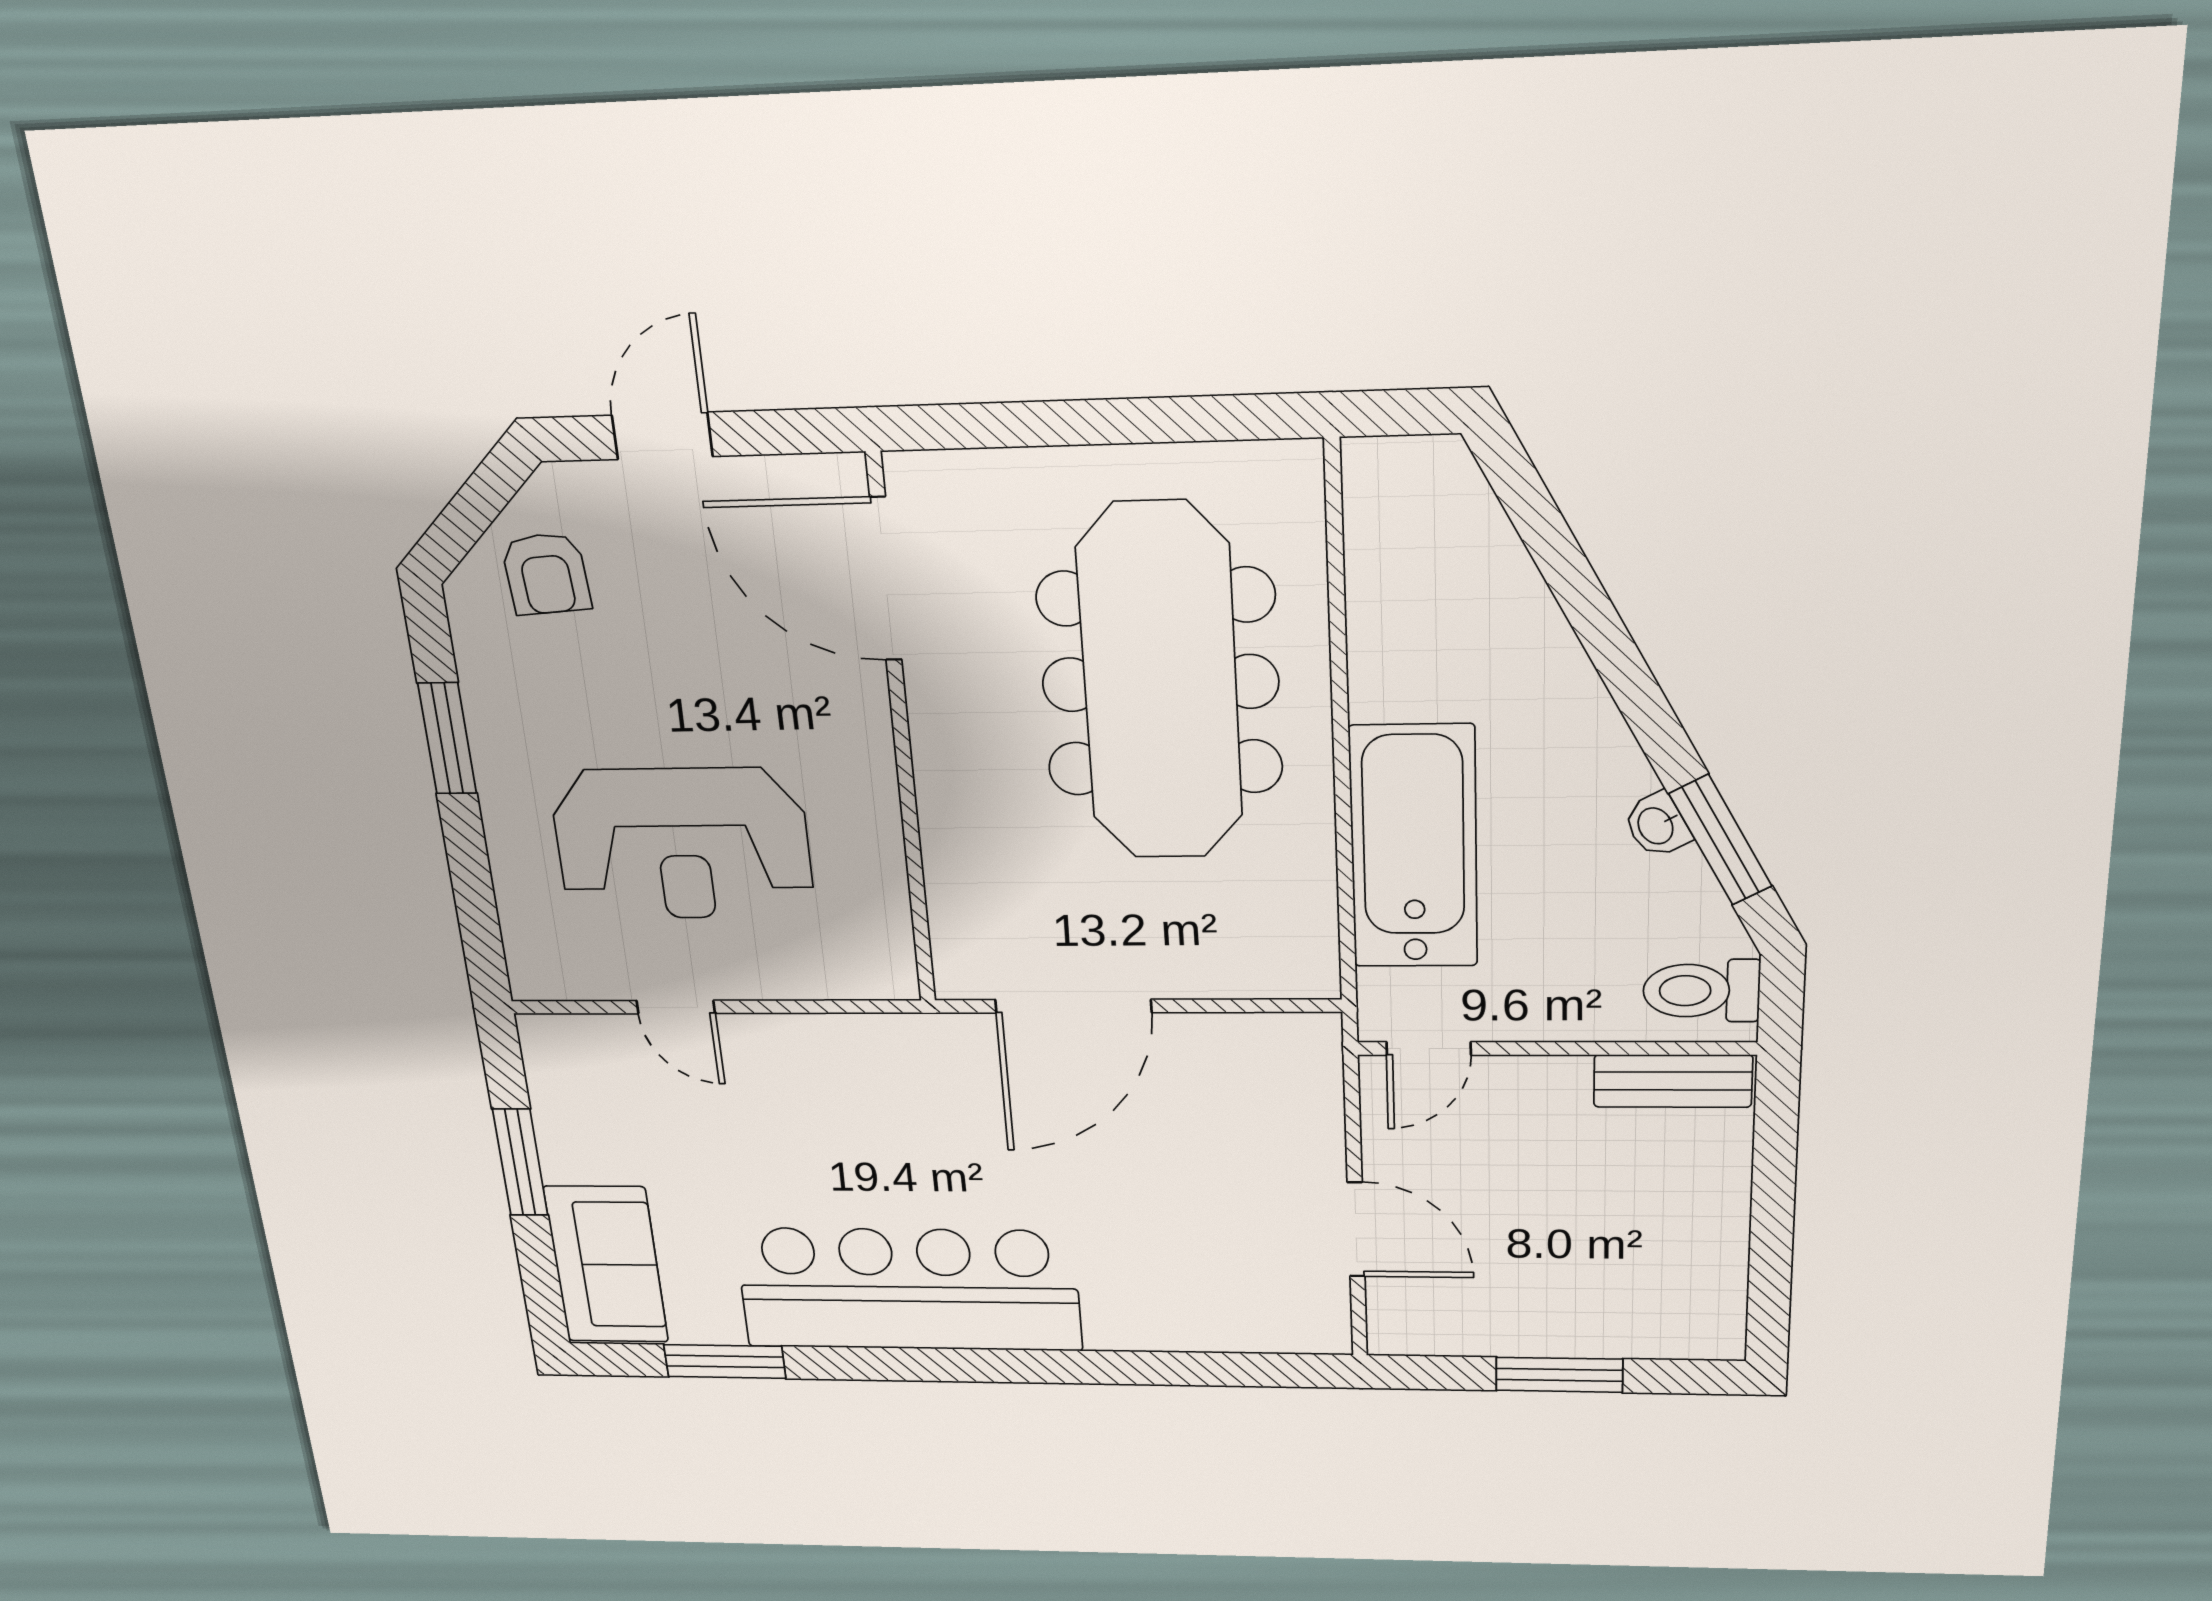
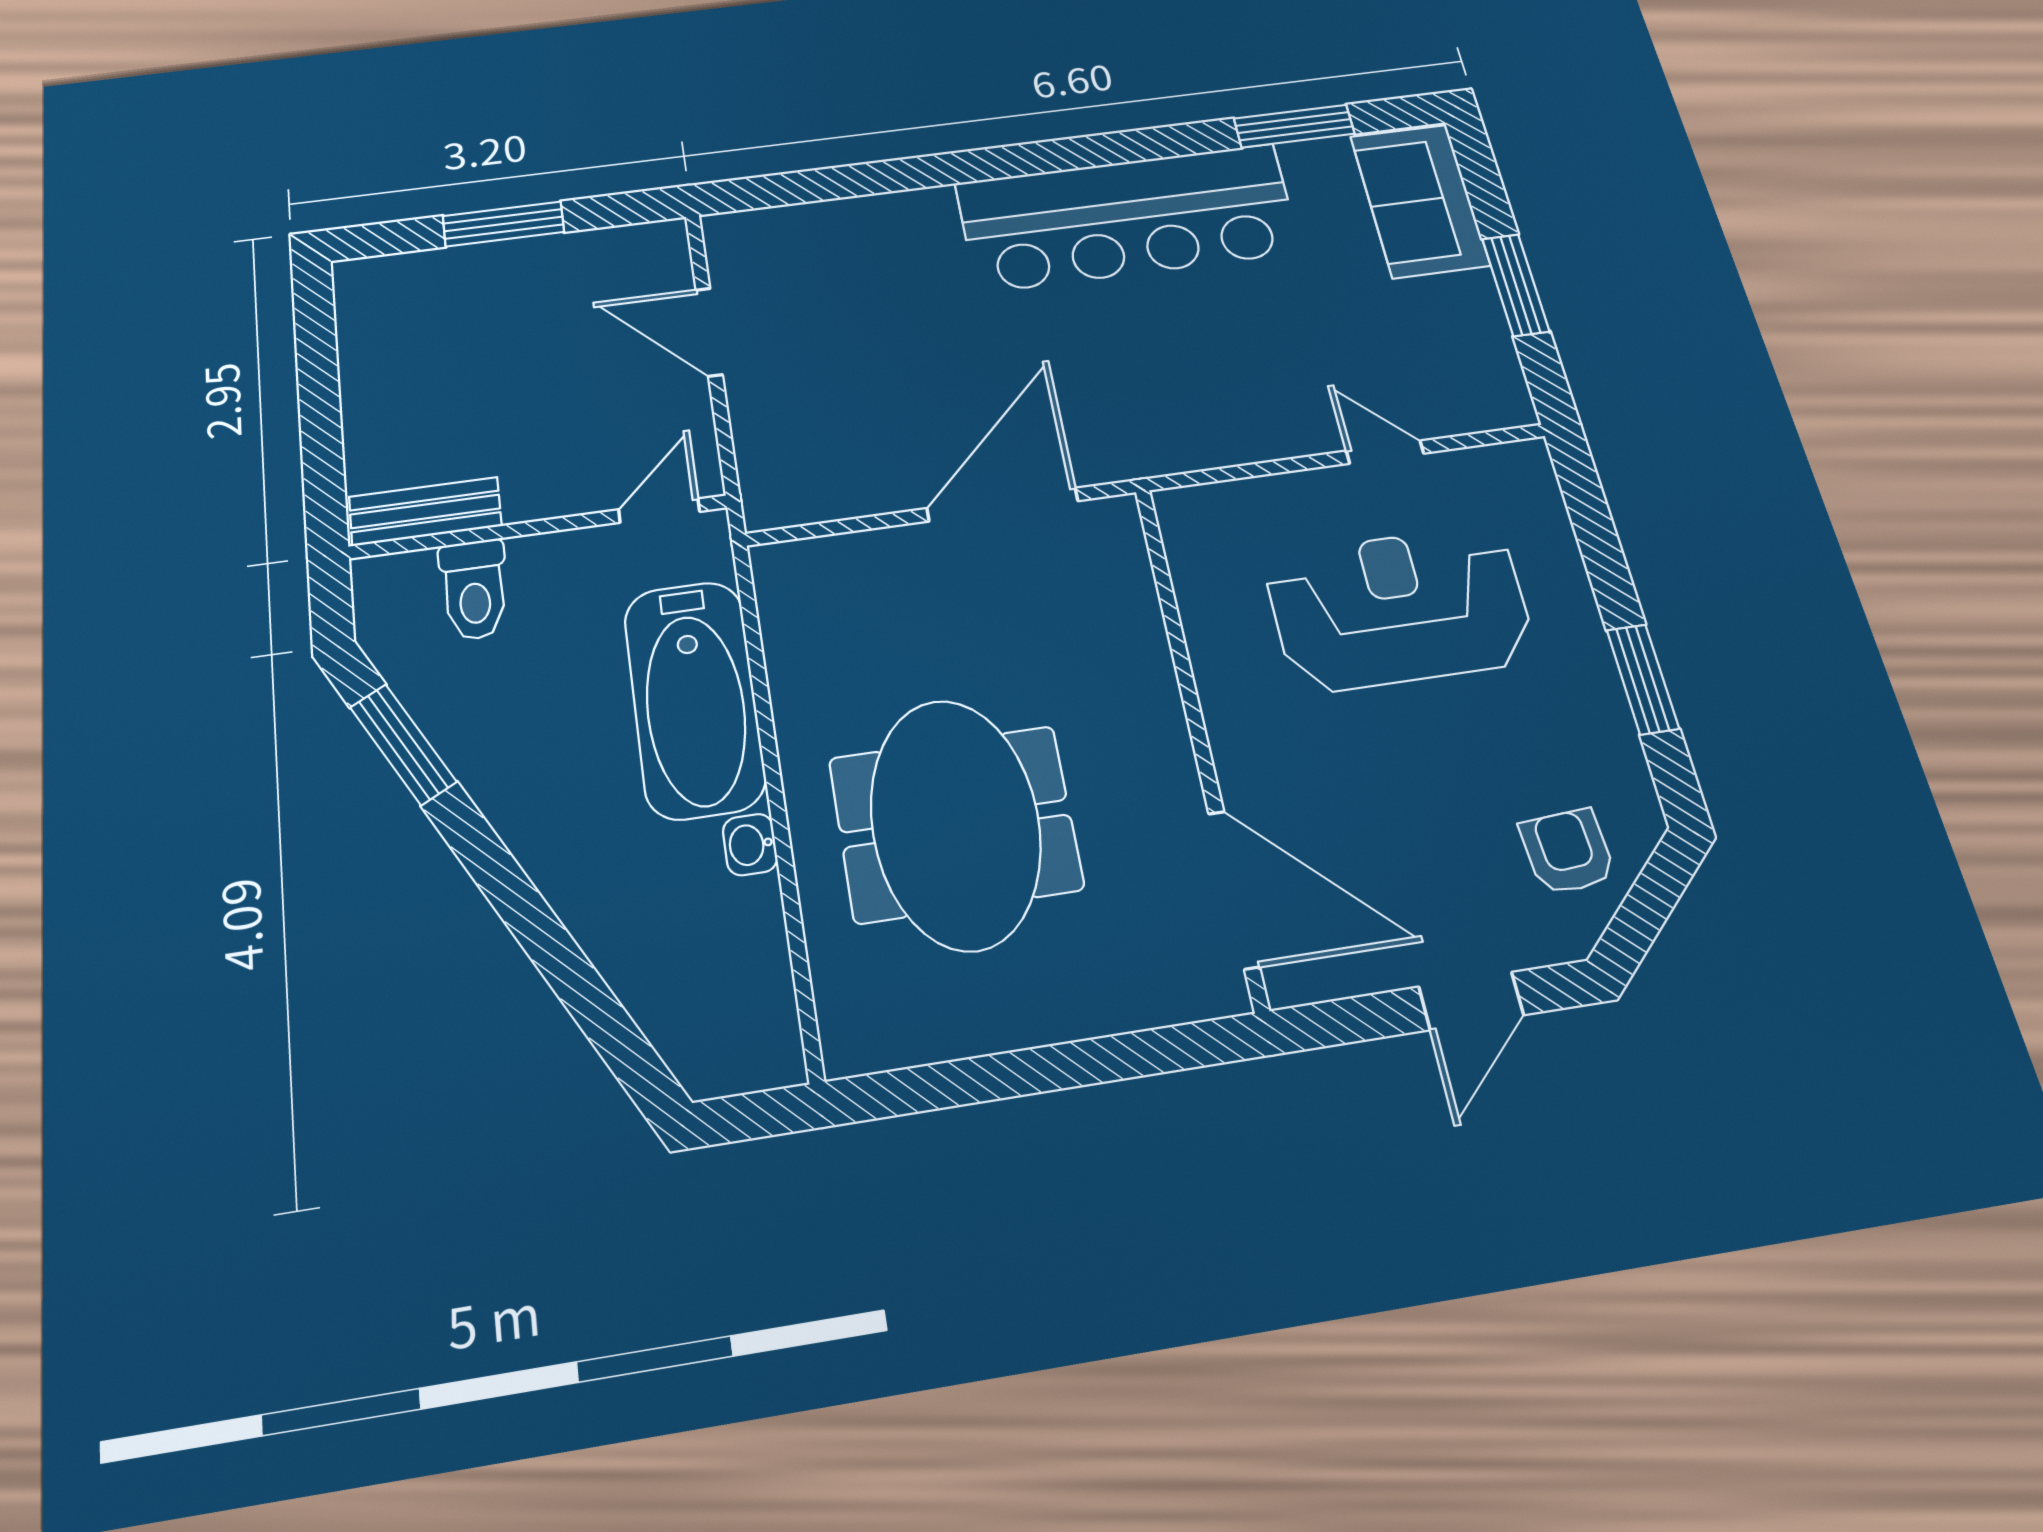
meeting table: (1160, 683) -> (955, 824), width x0.73
washbasin: (1657, 825) -> (750, 845), moved, turned -152
toilet: (1701, 991) -> (474, 590), moved, turned 90

